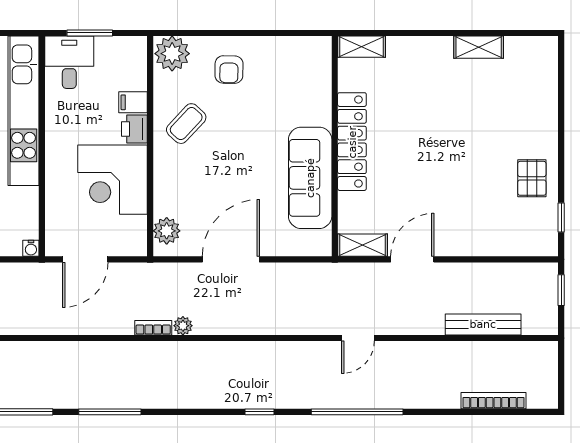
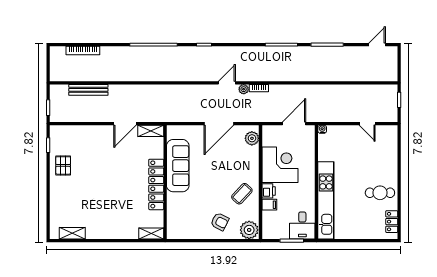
shelving: (479, 47) -> (72, 233), moved
armchair: (229, 70) -> (220, 222), turned 116
door: (358, 338) -> (227, 83), moved

